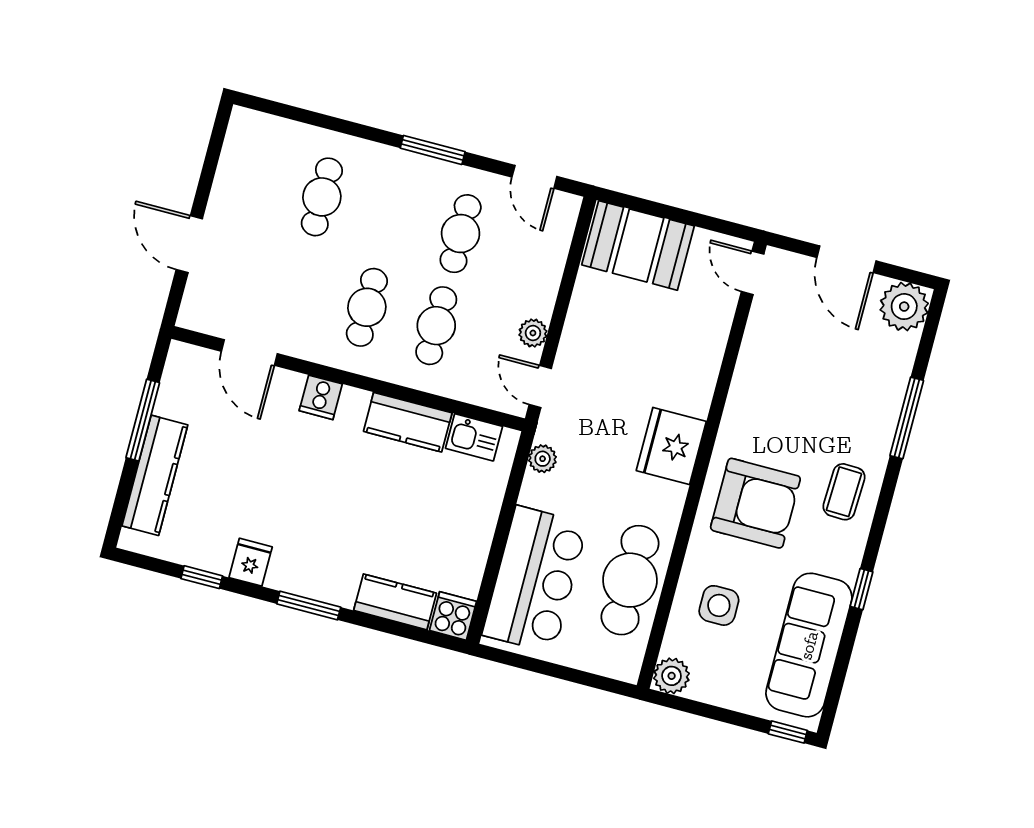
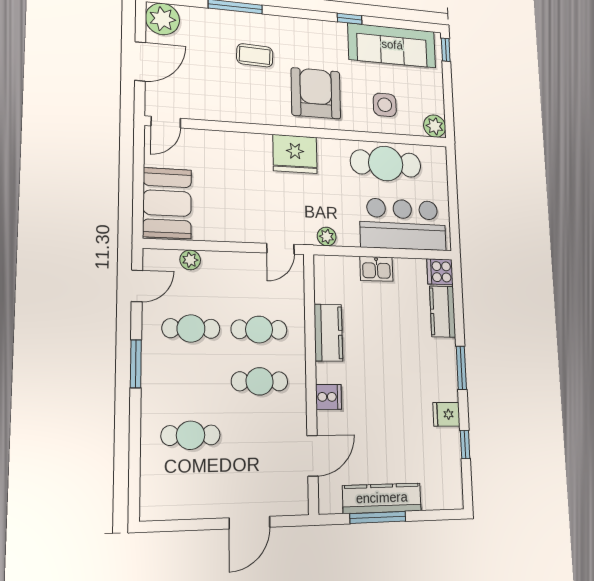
plant: (533, 333) -> (190, 260), moved
kitchen sink: (474, 437) -> (376, 269), moved, turned 90
kitchen counter: (155, 475) -> (382, 498), moved
coffee table: (844, 492) -> (255, 55), moved

